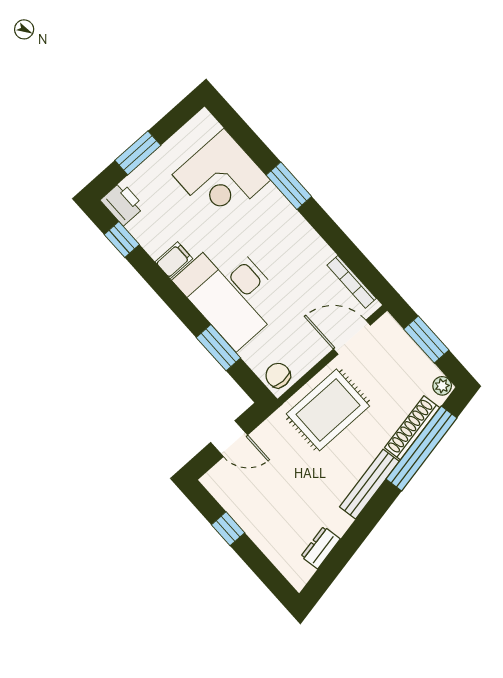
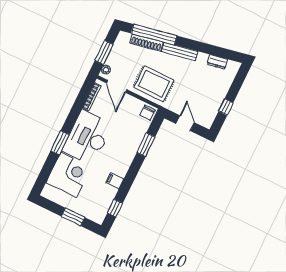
printer: (122, 204) -> (99, 215), removed
desk: (231, 292) -> (87, 138), moved, turned 180
plant: (442, 386) -> (106, 70), moved

